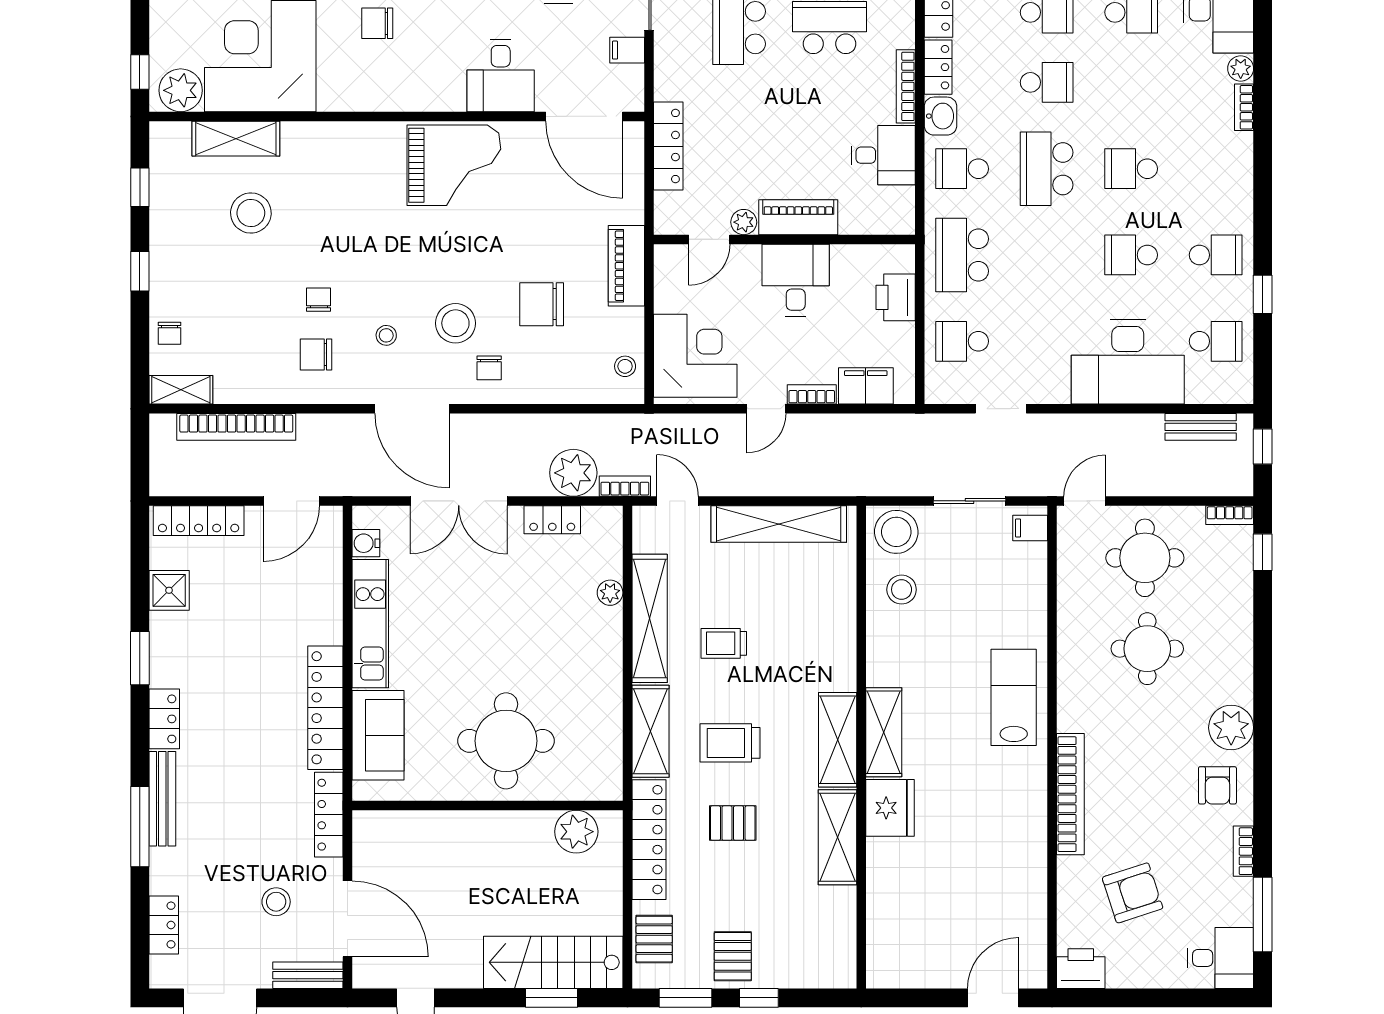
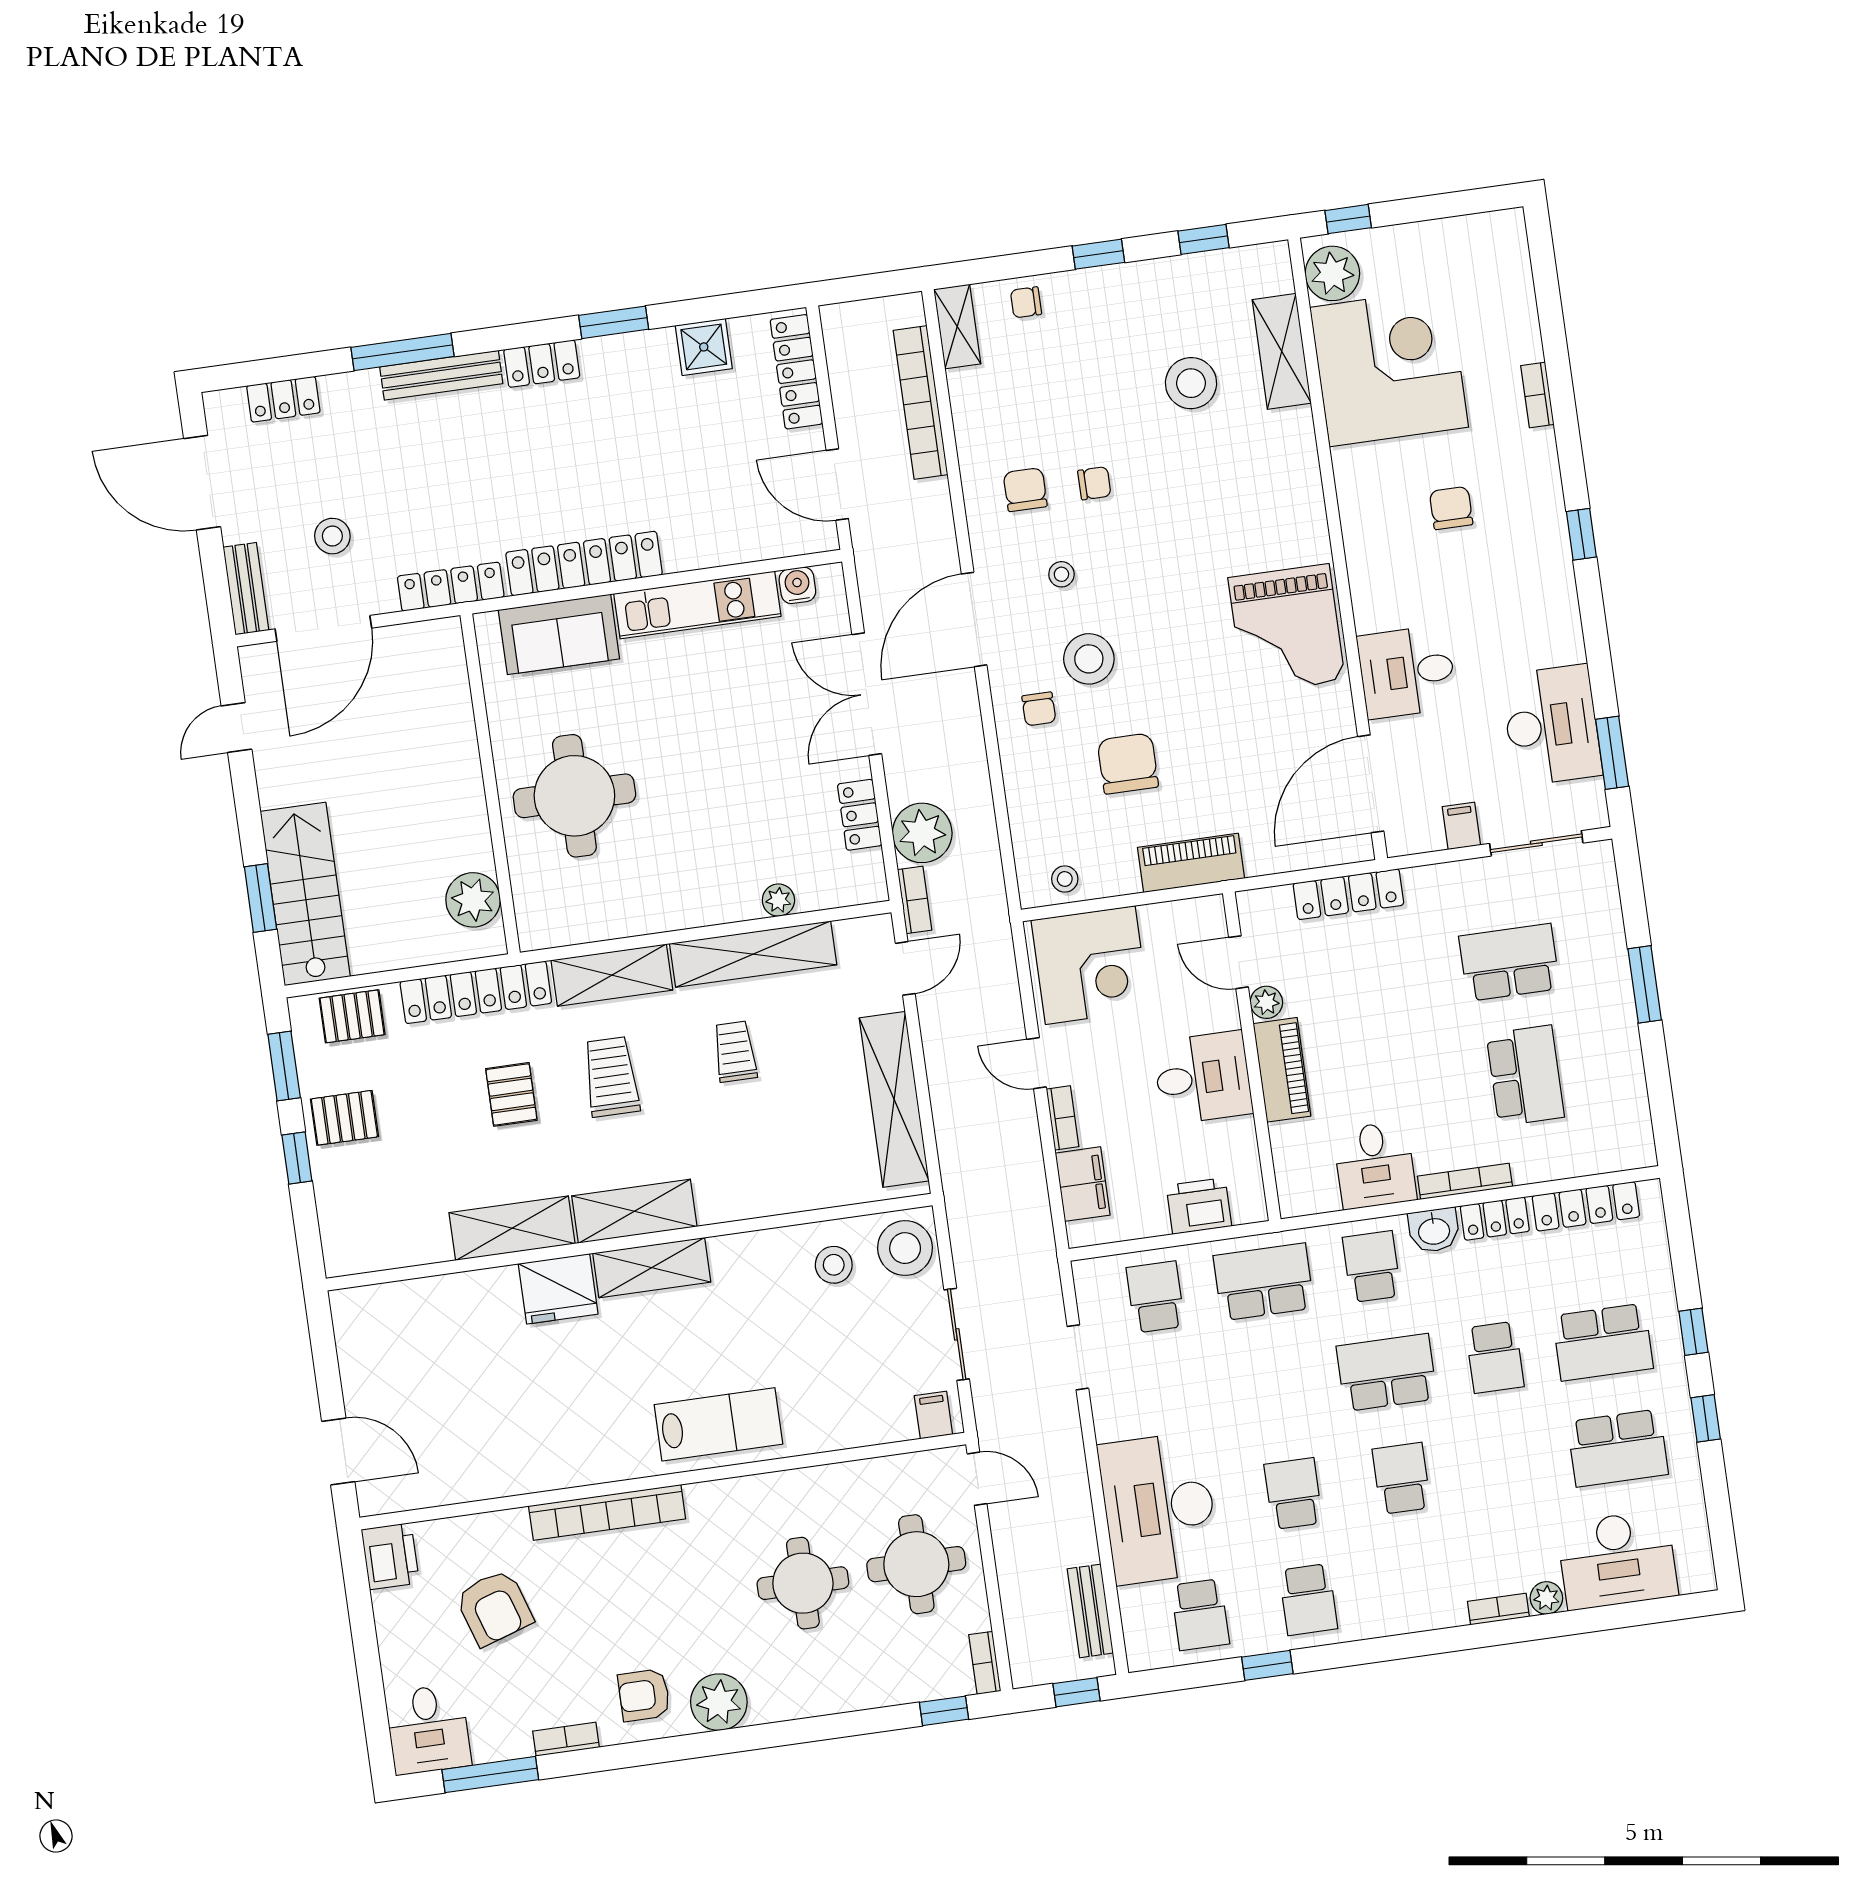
chair: (489, 368) -> (1039, 709), turned -90

